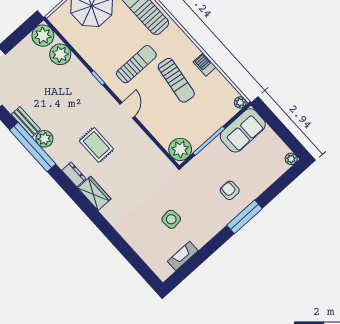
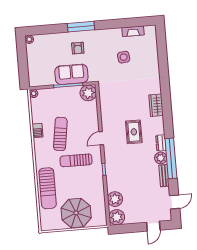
sofa: (243, 130) -> (71, 74), moved
dresser: (74, 174) -> (161, 143), moved

